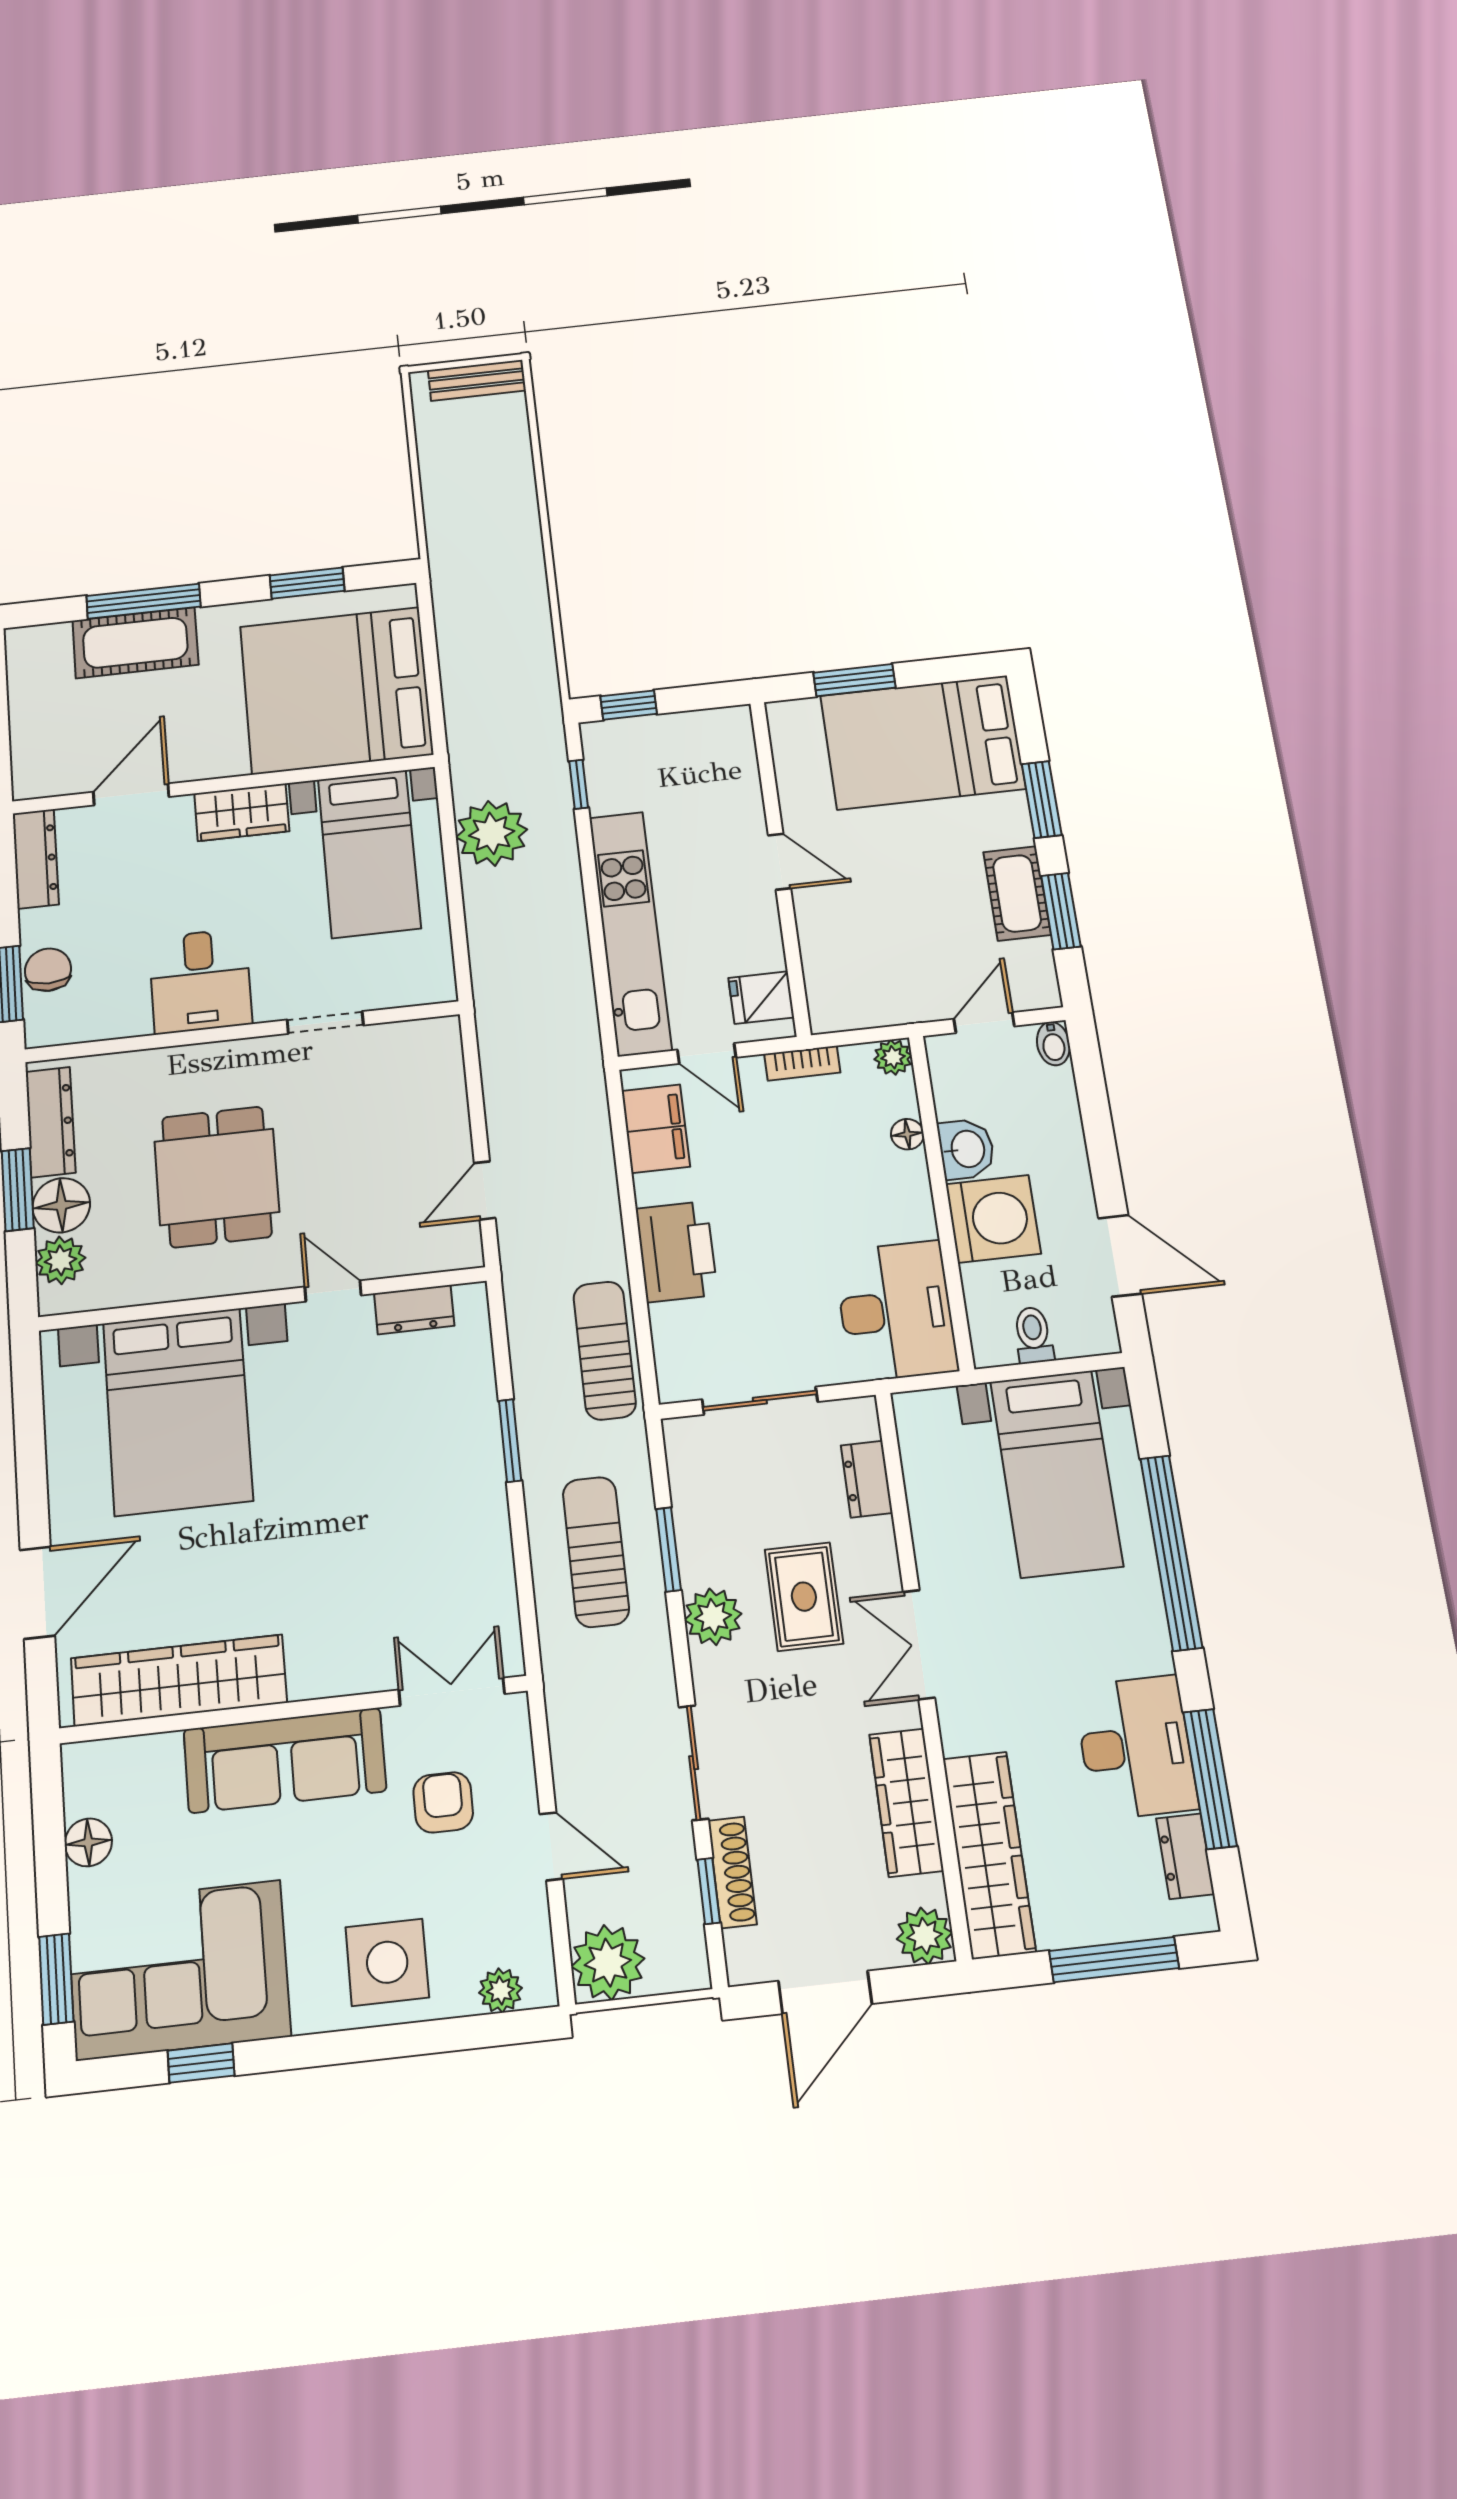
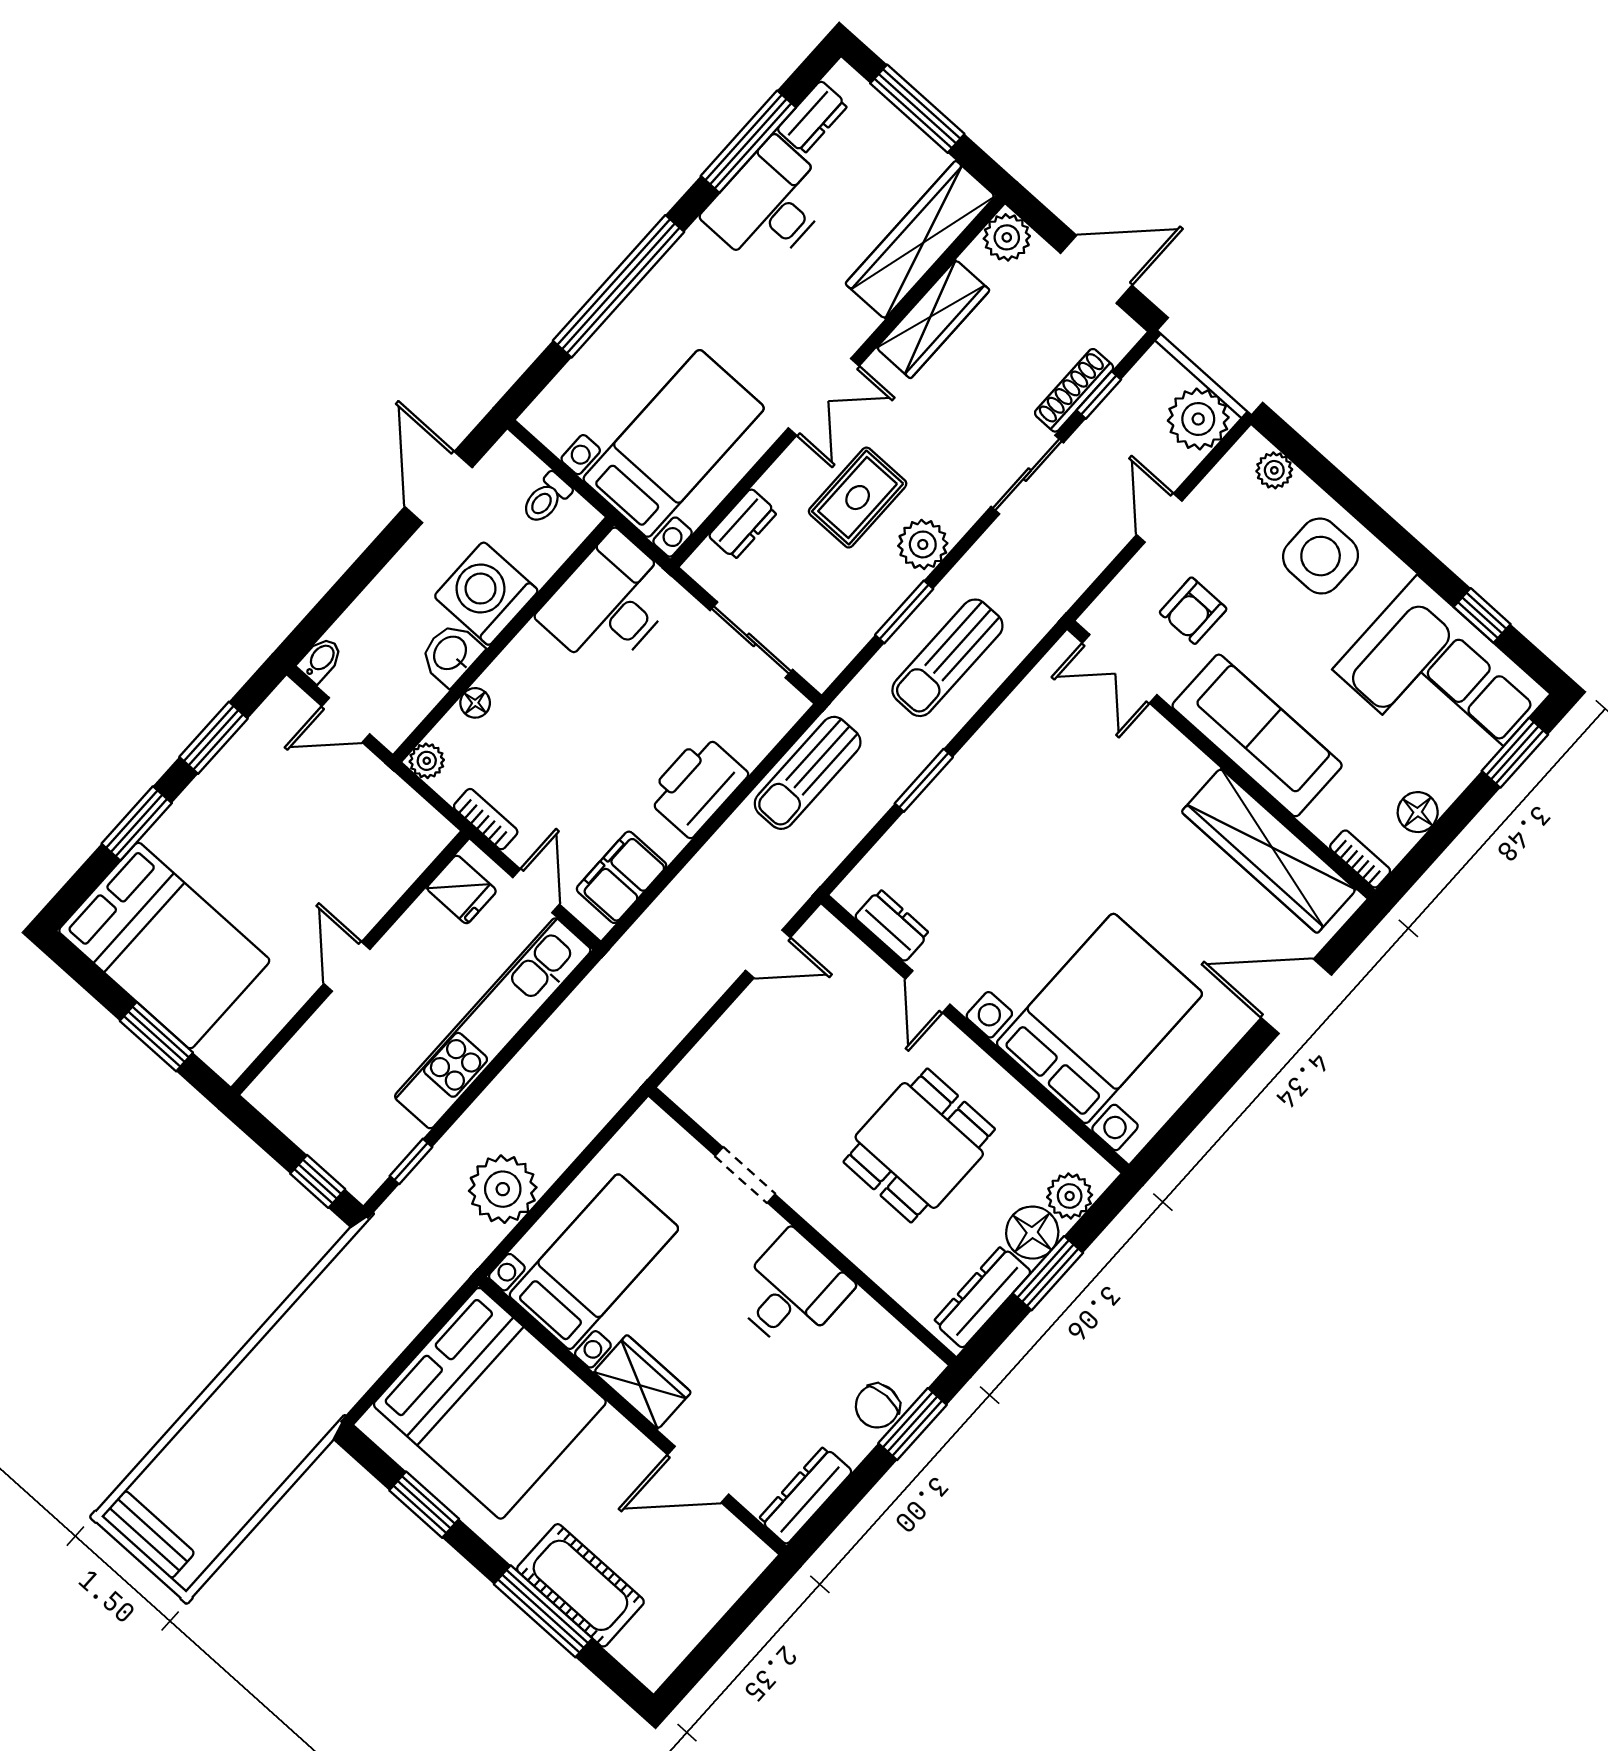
cot: (1017, 893) -> (226, 780), removed
bed with nightstands: (1056, 1473) -> (674, 443), moved
bookcase: (97, 1754) -> (1360, 859), added

